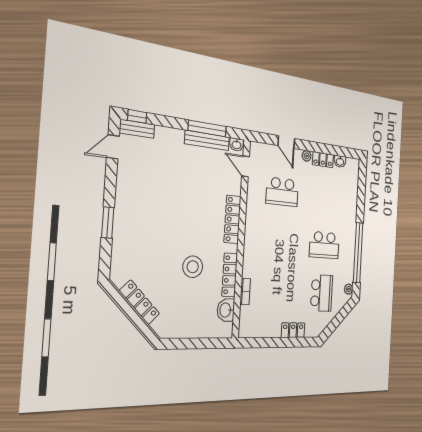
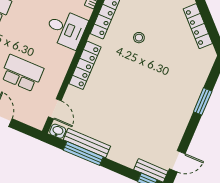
desk: (259, 249) -> (66, 29), added
stool: (193, 267) -> (139, 38), width x0.53, depth x0.53

